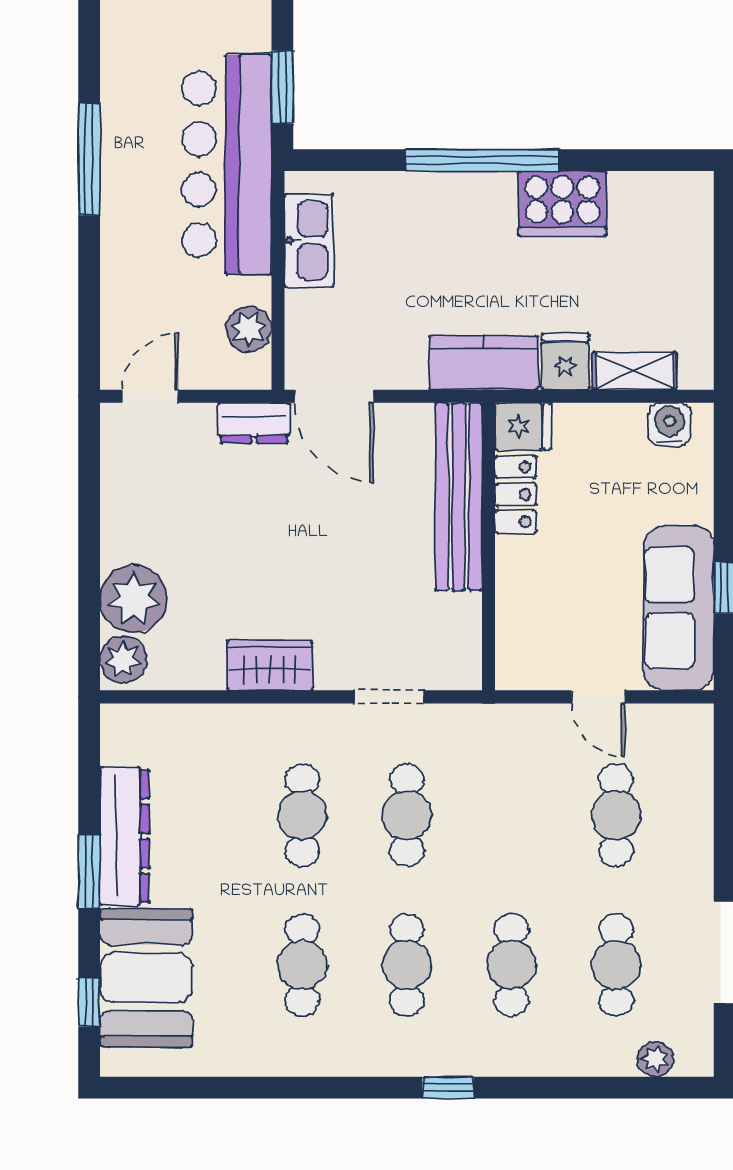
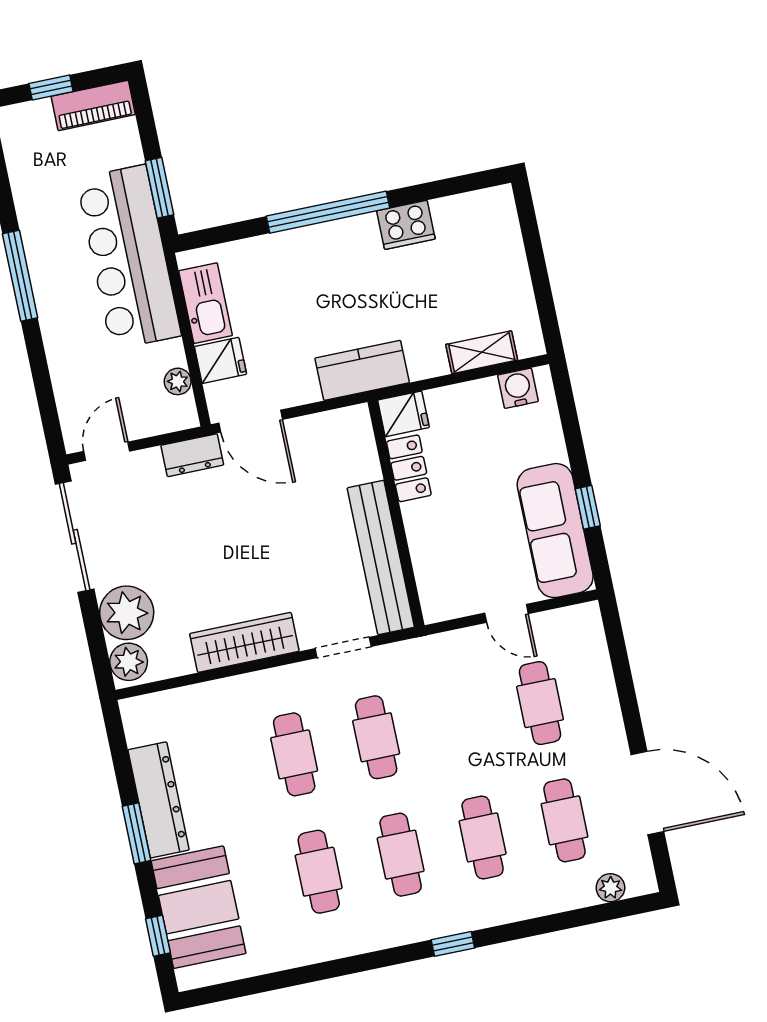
cooker: (562, 204) -> (406, 225), width x0.73, depth x0.76
plant: (249, 329) -> (178, 381), width x0.73, depth x0.73
fridge: (565, 362) -> (221, 360), moved, turned 90
sliding door: (89, 493) -> (75, 537), added
bench: (459, 497) -> (381, 558), moved
wardrobe: (270, 665) -> (244, 642), width x1.50

